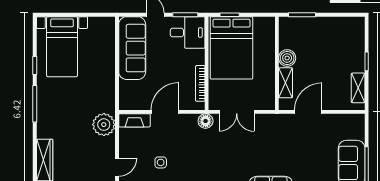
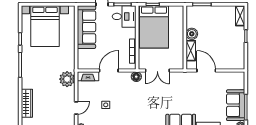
bed with nightstands: (62, 47) -> (45, 26), width x1.36
shelving: (358, 88) -> (240, 16), moved
door: (308, 112) -> (206, 70), hinge flipped

